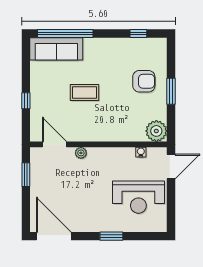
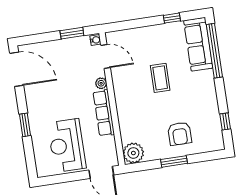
window: (26, 101) -> (172, 18), moved
door: (54, 144) -> (105, 56), hinge flipped
water cooler: (141, 152) -> (95, 40), moved
row of seats: (111, 155) -> (104, 113), added
door: (54, 236) -> (17, 69), hinge flipped

